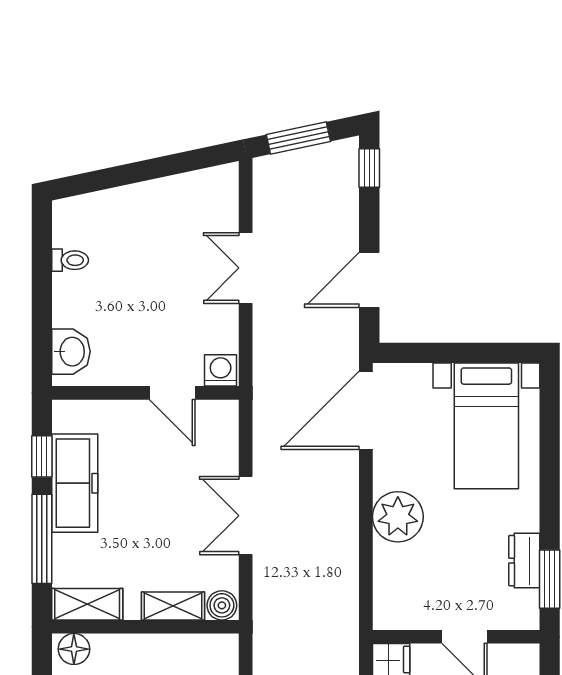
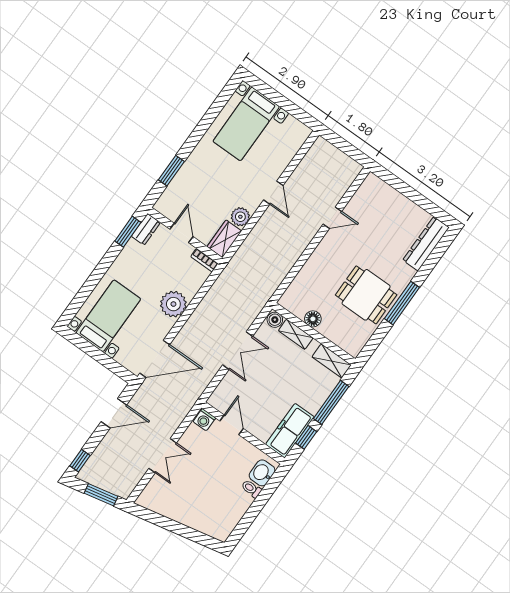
toilet: (70, 260) -> (251, 489), moved
freezer: (75, 483) -> (290, 431), moved
dresser: (524, 561) -> (146, 229), moved
bookcase: (398, 620) -> (204, 260), added
floor lamp: (74, 649) -> (313, 319), moved

